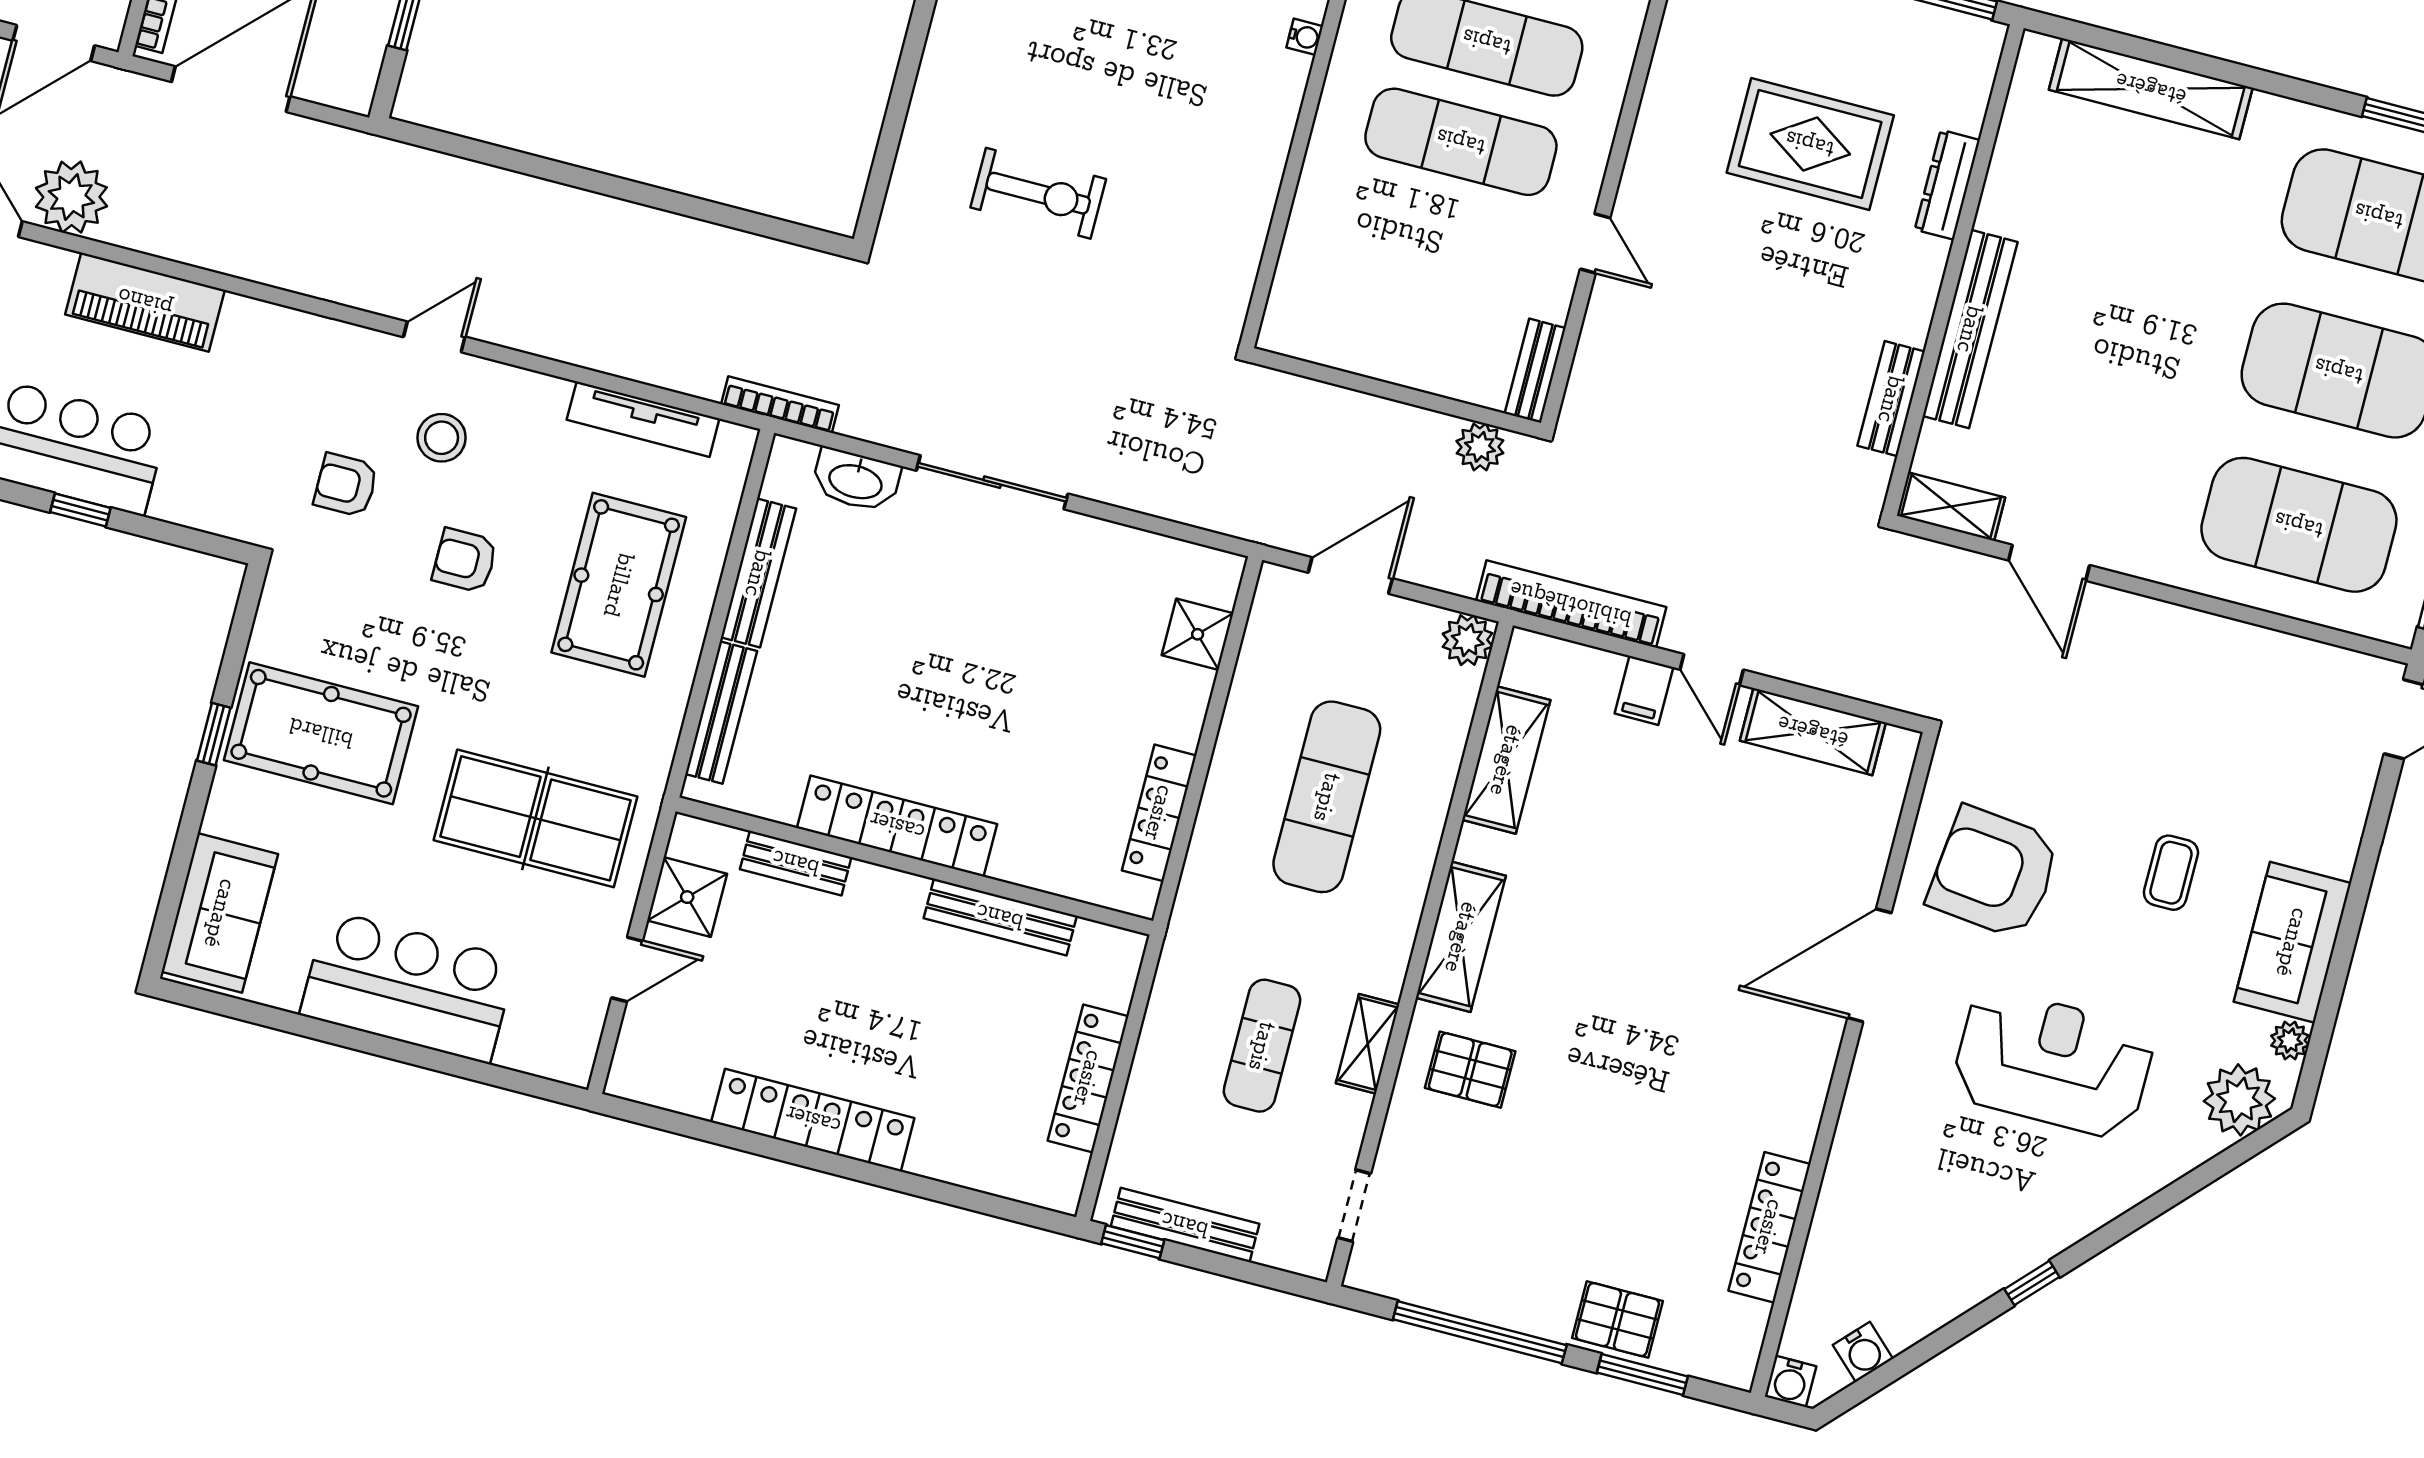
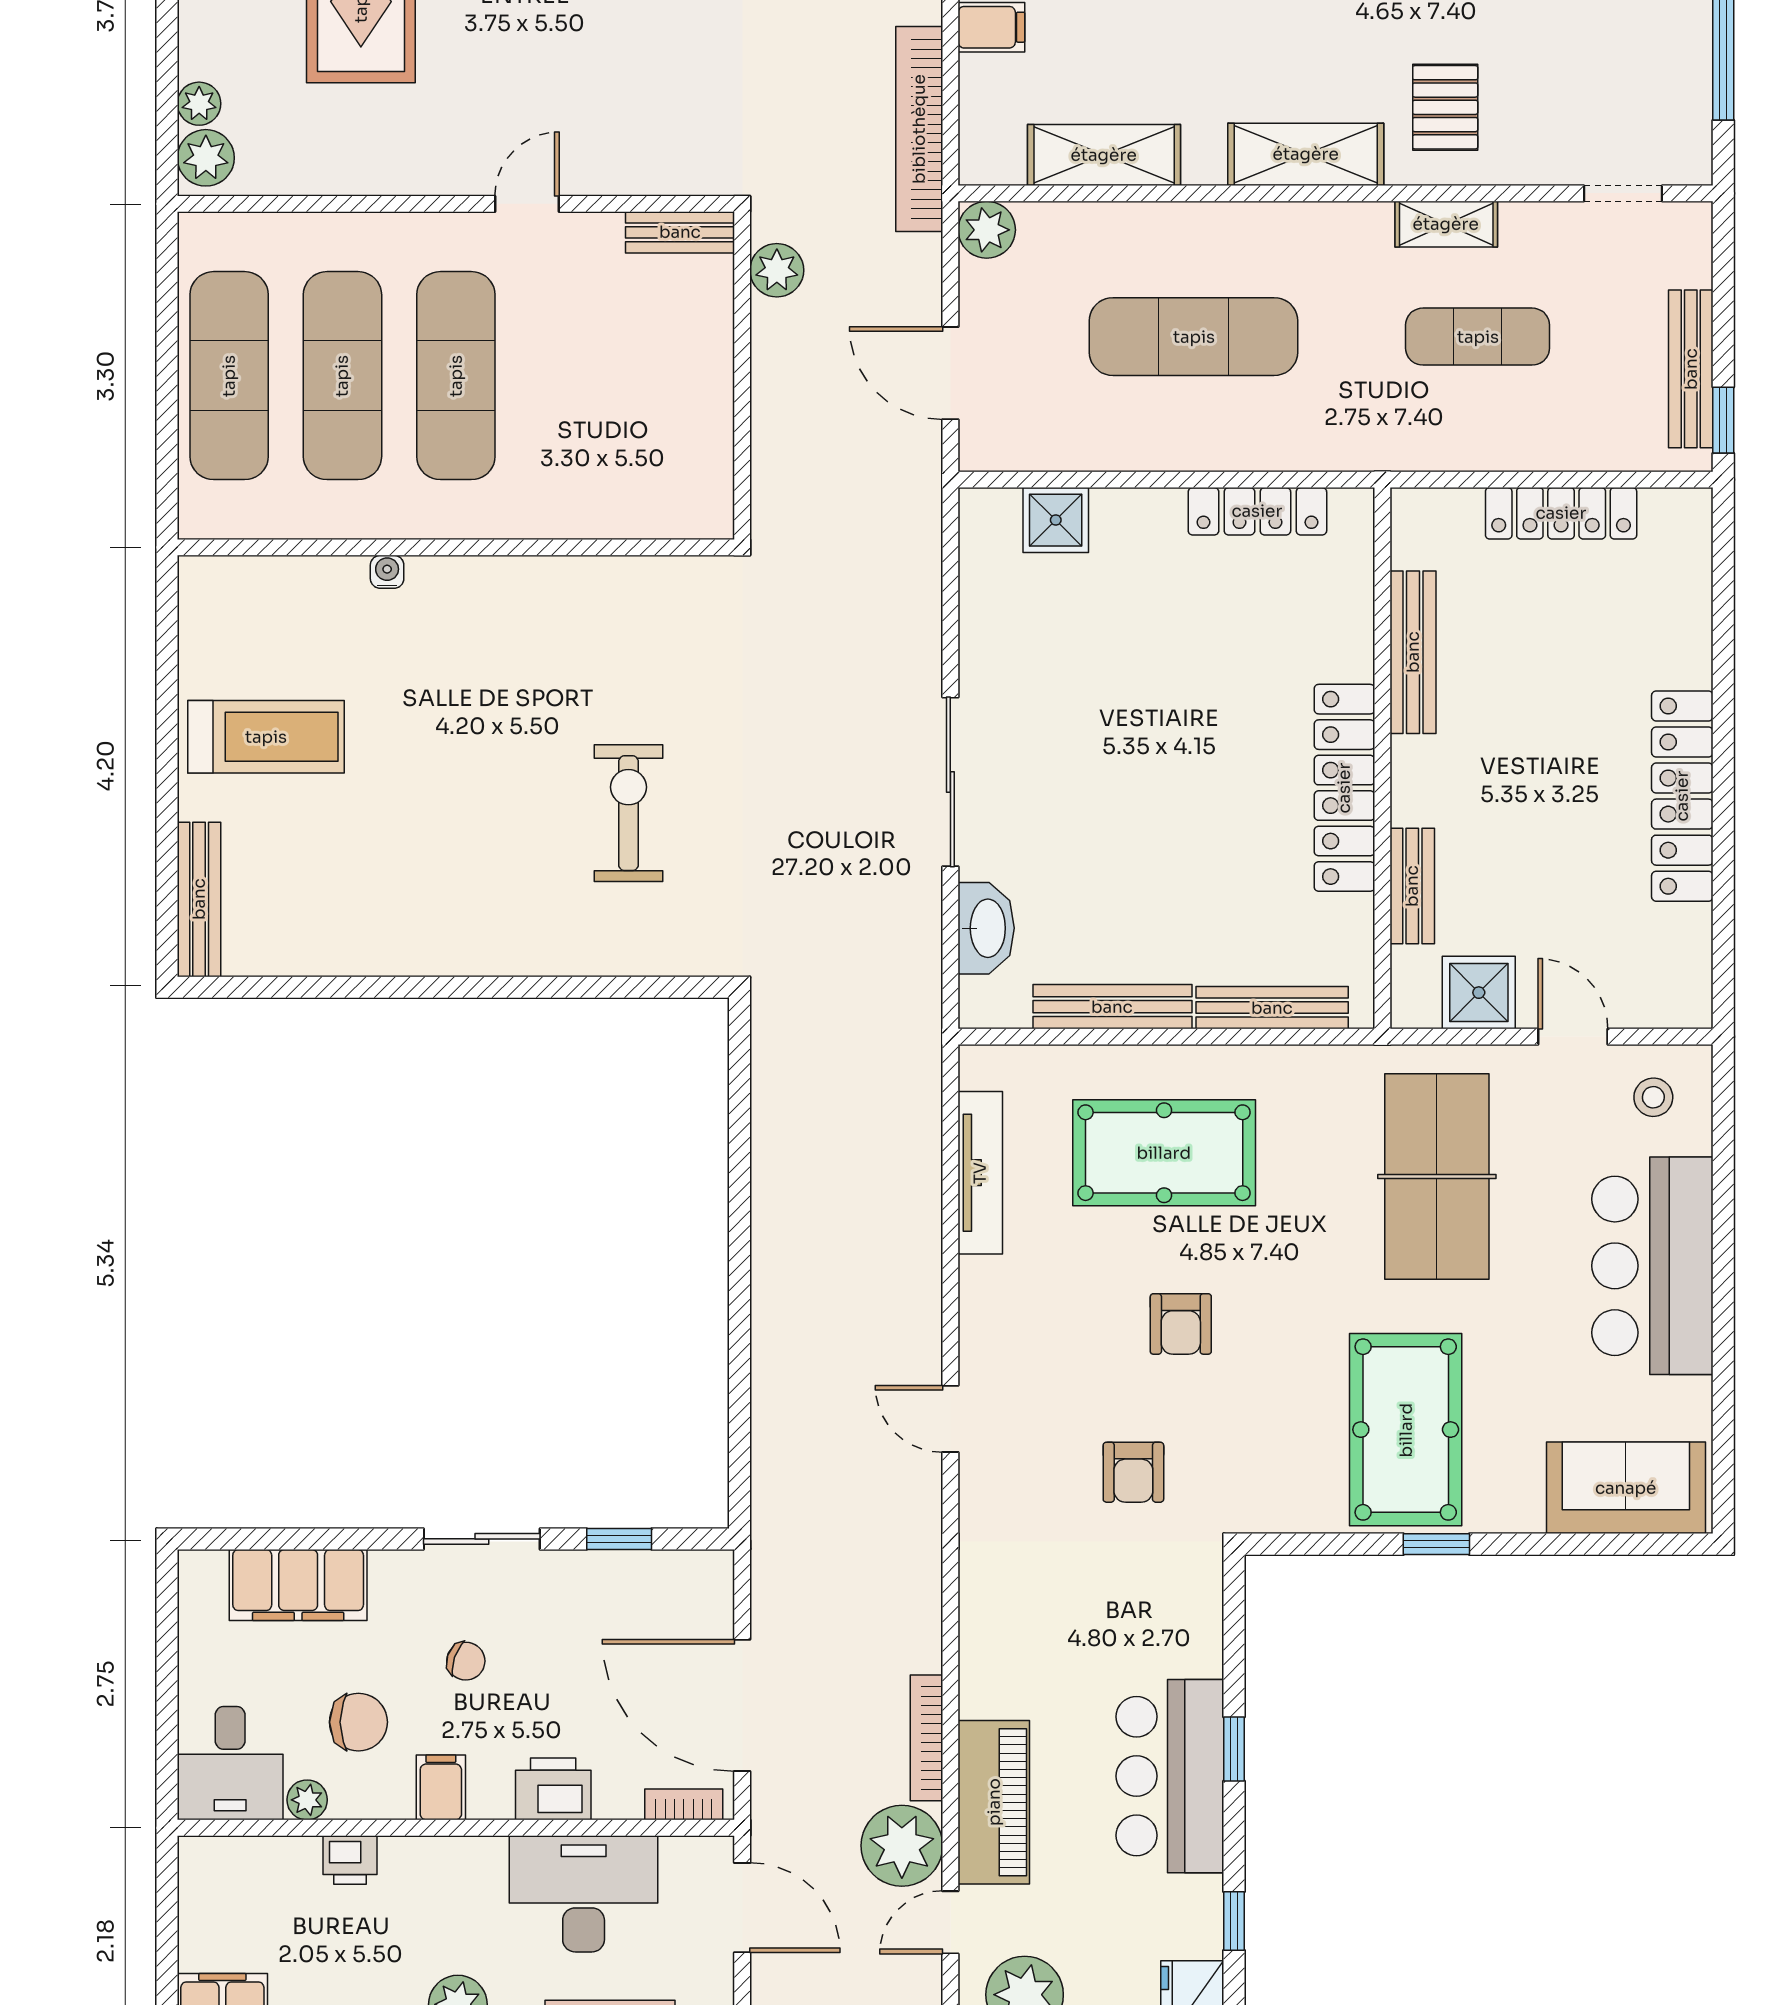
piano: (145, 302) -> (994, 1802), moved
bookcase: (780, 405) -> (926, 1738), moved
stool: (442, 438) -> (1653, 1097), moved, width x0.73, depth x0.73

